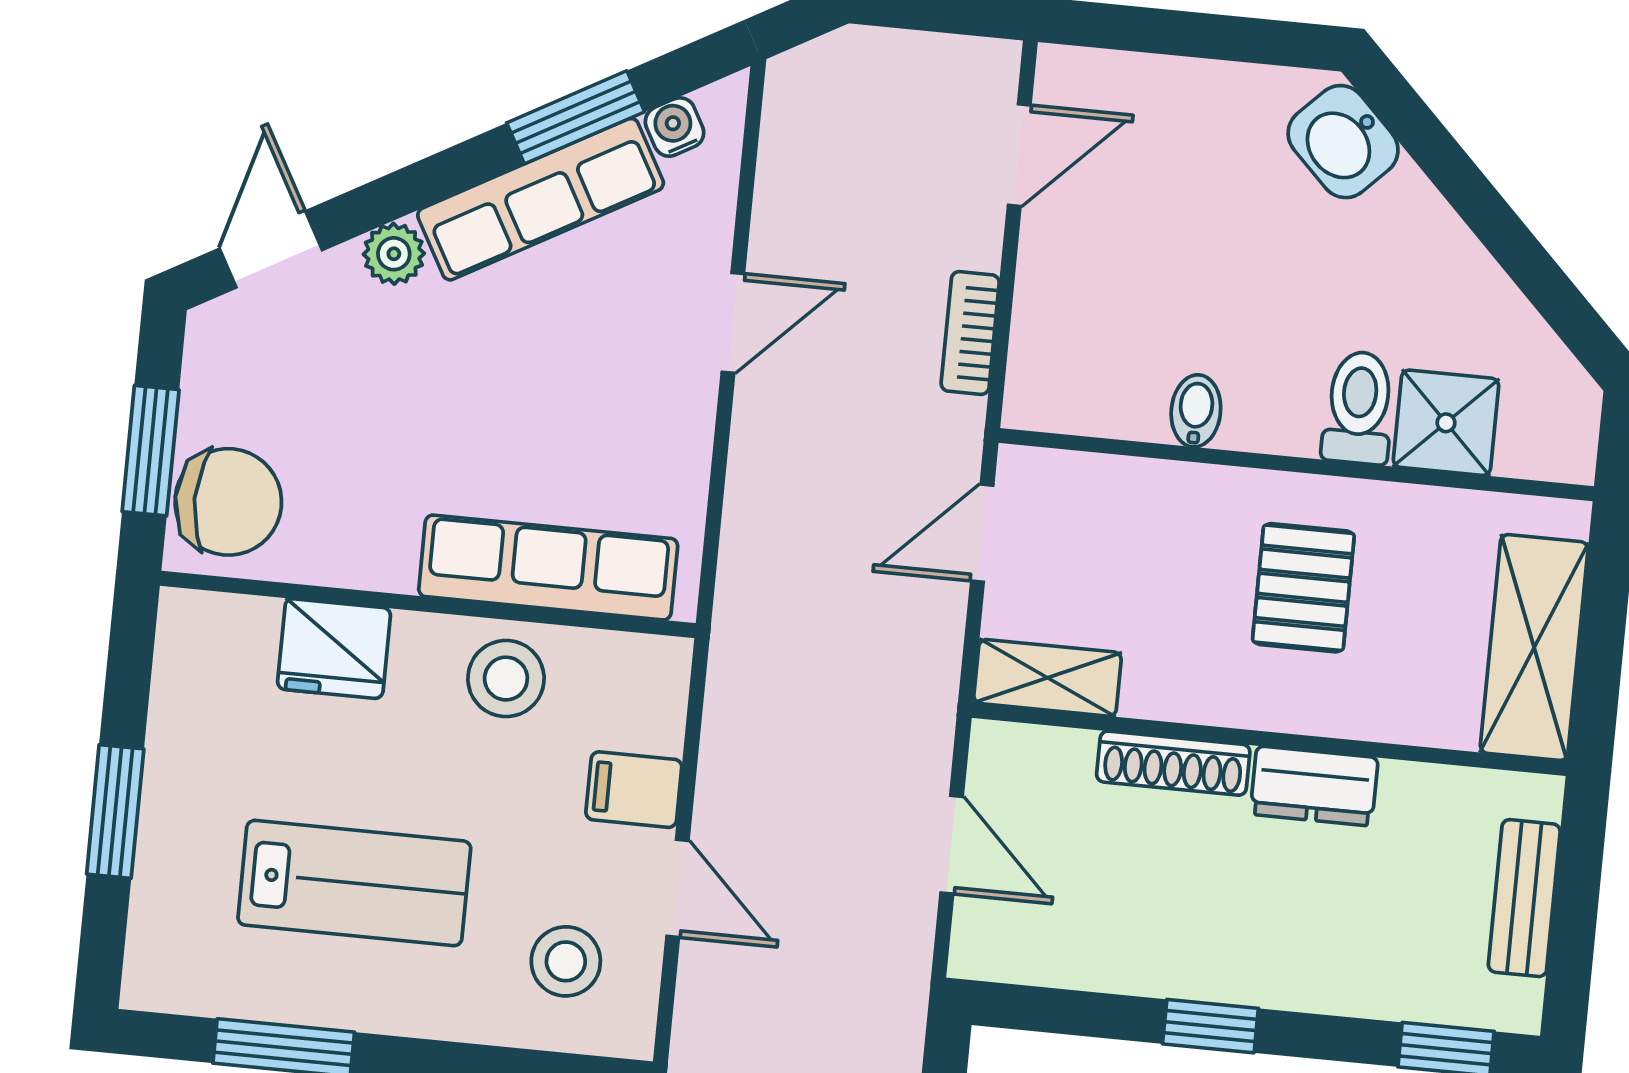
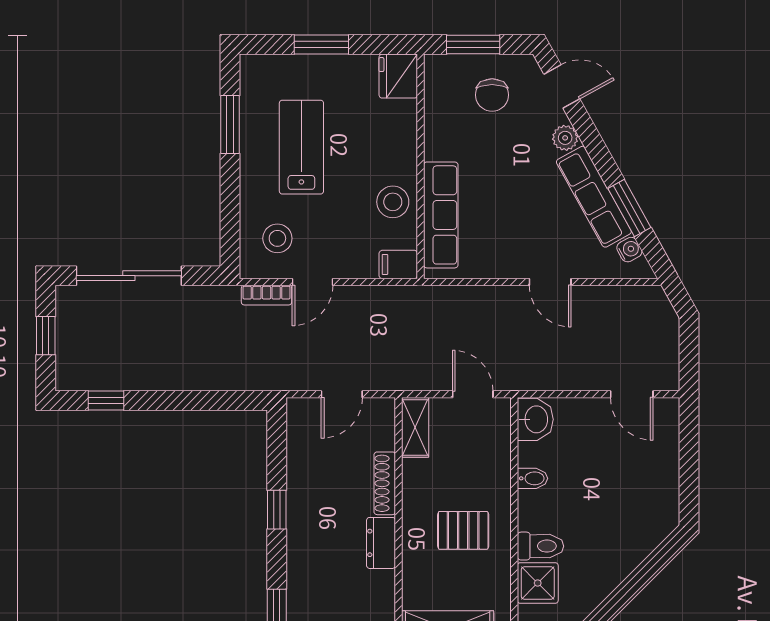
washbasin: (1343, 142) -> (535, 419), moved, turned 135
bookcase: (970, 333) -> (267, 295), moved, turned 180
chair: (228, 502) -> (492, 95), moved, width x0.73, depth x0.73
fridge: (334, 649) -> (398, 76), moved
filing cabinet: (634, 790) -> (398, 264), moved, turned -90
lab bench: (354, 883) -> (301, 147), turned 180

